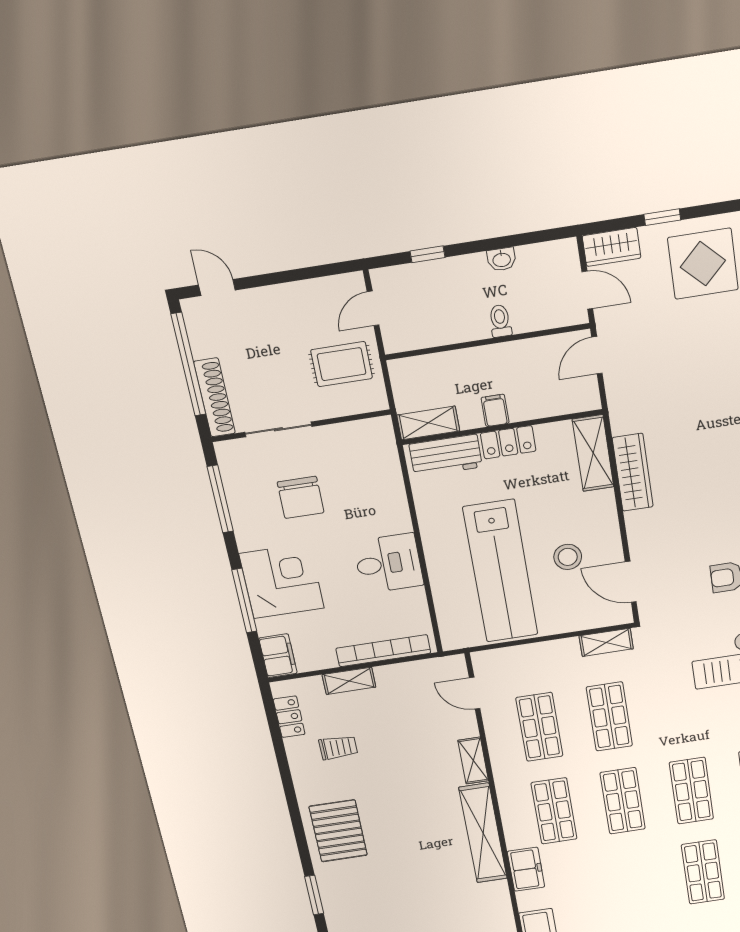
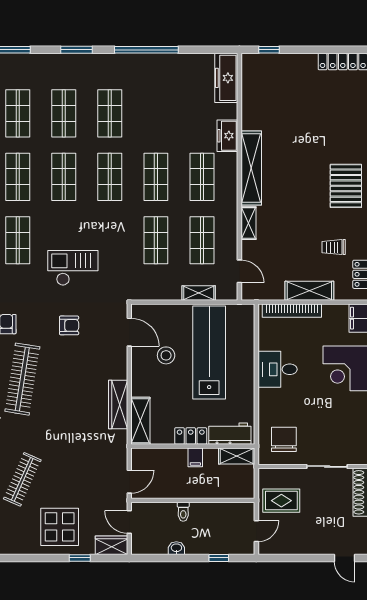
chair: (301, 497) -> (284, 439), moved
shelving: (606, 642) -> (199, 293), moved
shelving: (349, 681) -> (309, 291), width x1.50, depth x1.33

